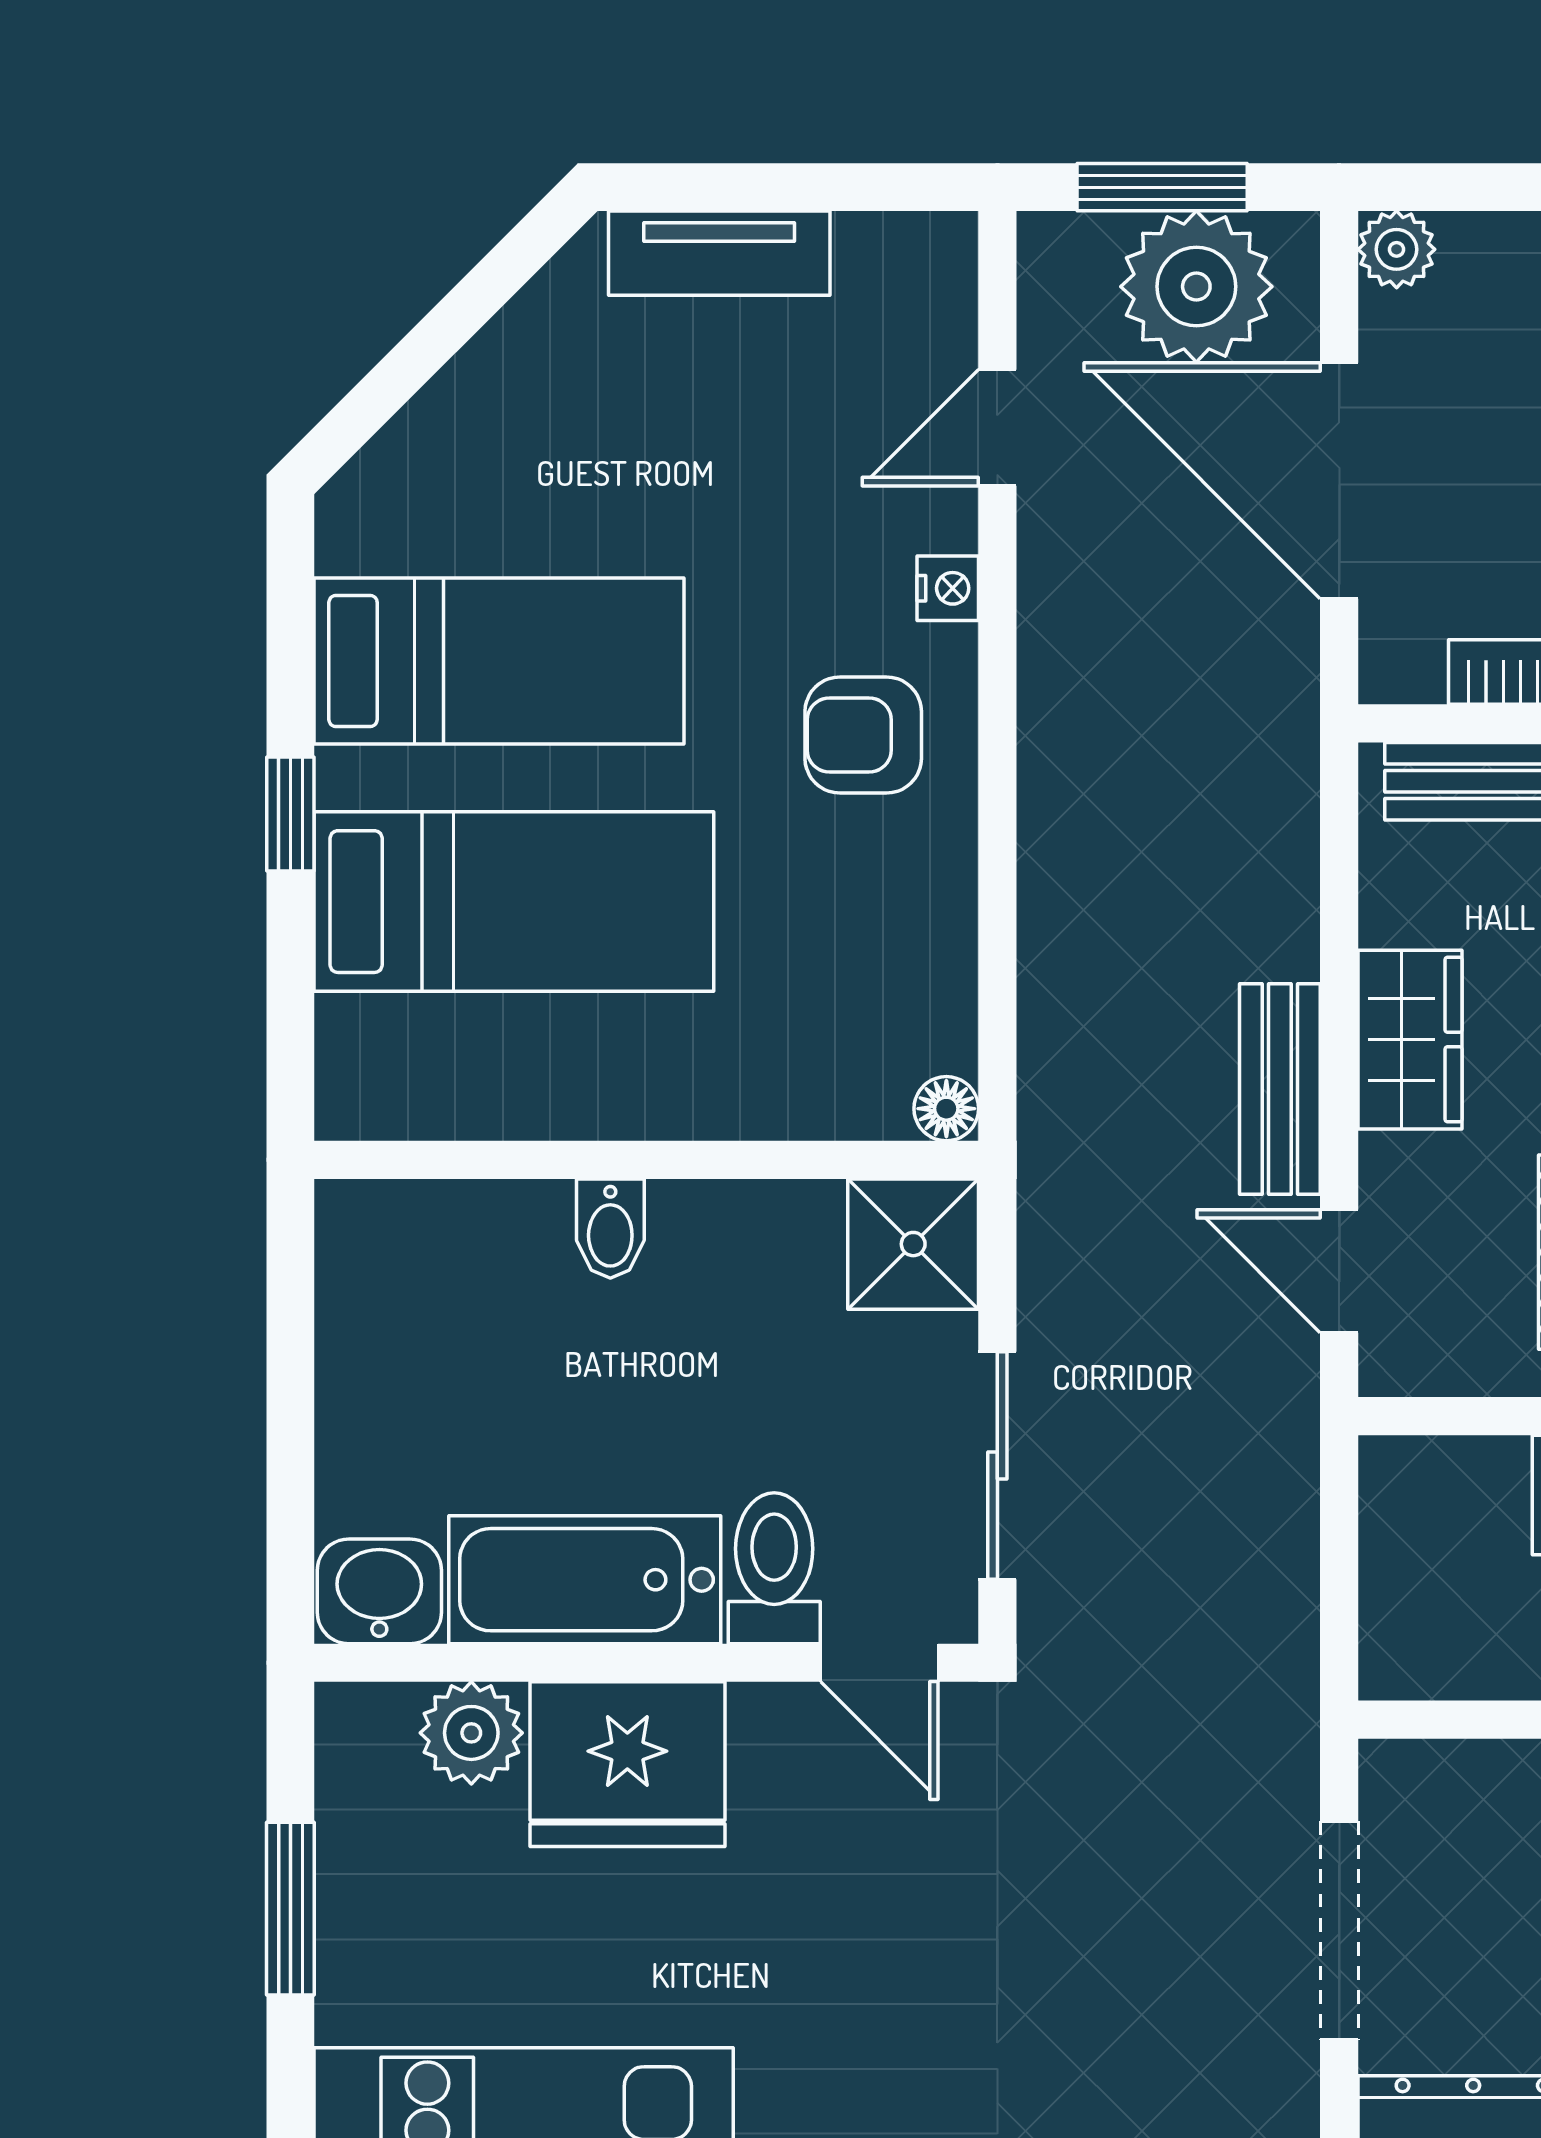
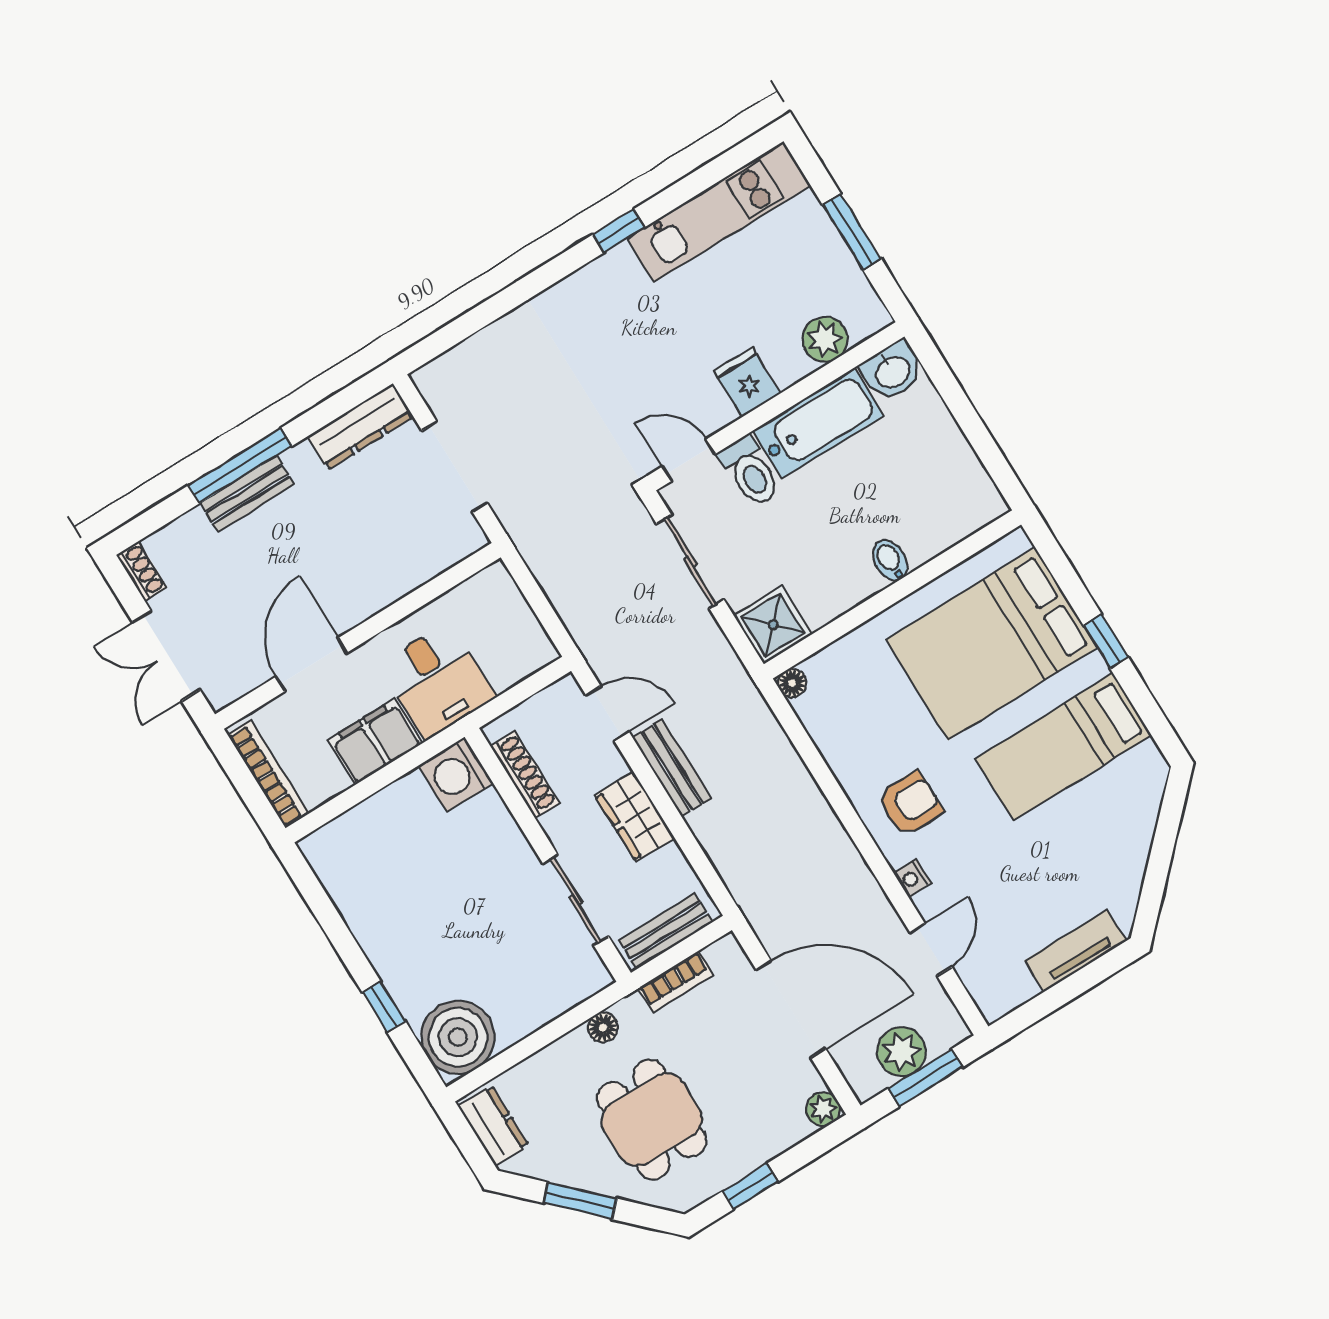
plant: (1196, 287) -> (901, 1052), width x0.73, depth x0.73
bed: (514, 902) -> (991, 644), width x1.50
fridge: (627, 1764) -> (747, 382), width x0.53, depth x0.75

